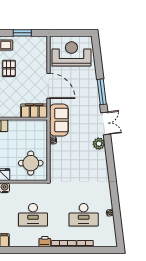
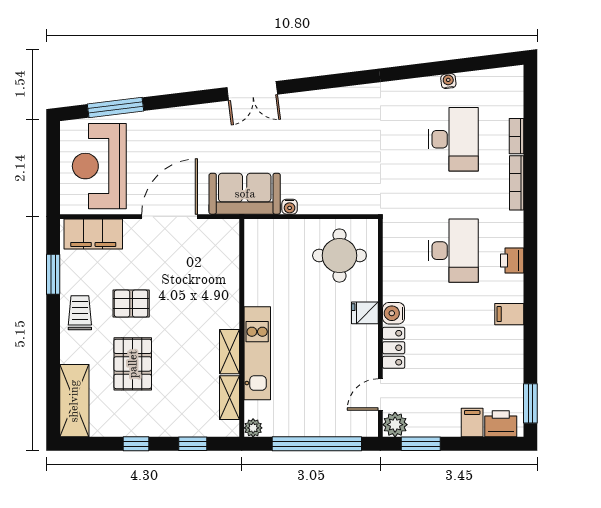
window: (102, 92) -> (116, 108), moved
filing cabinet: (34, 111) -> (93, 234), moved, turned -90
double door: (106, 123) -> (252, 91), swing flipped
plant: (99, 144) -> (297, 106), removed
printer: (45, 242) -> (512, 260), moved

